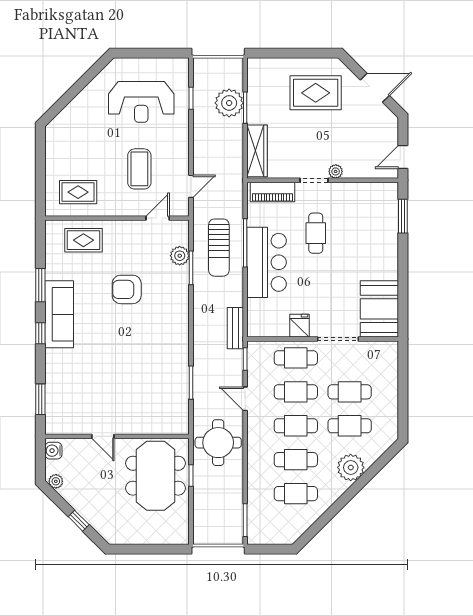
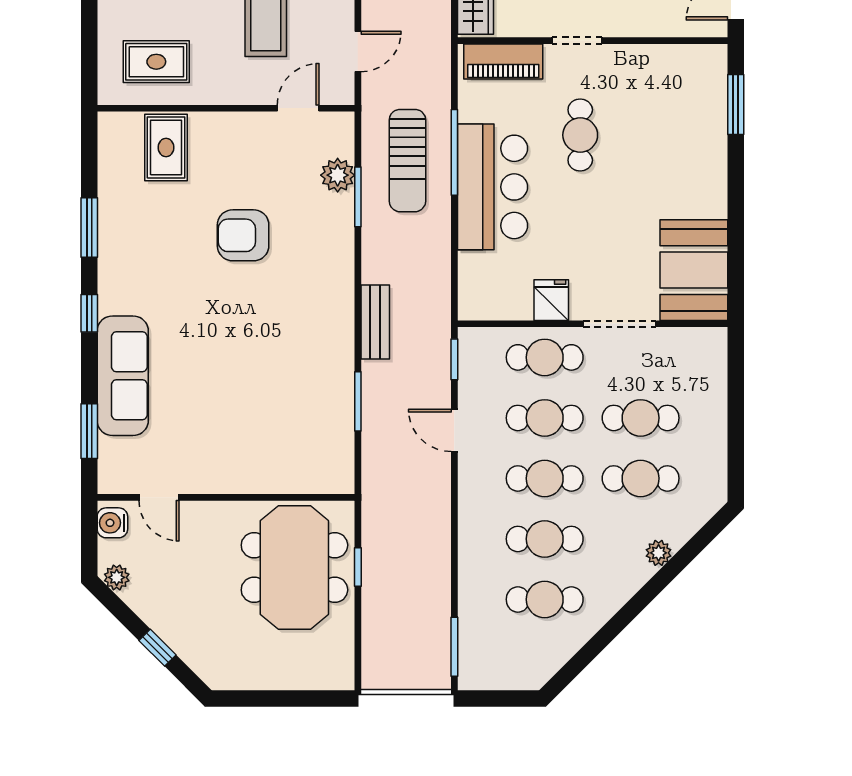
plant: (336, 171) -> (616, 25), removed
rug: (83, 240) -> (166, 148), turned 90
sofa: (59, 314) -> (123, 376), moved
bench: (235, 328) -> (375, 322), moved
door: (103, 436) -> (159, 497), moved
round table: (218, 443) -> (406, 508), removed
plant: (351, 467) -> (659, 553), width x0.53, depth x0.53

